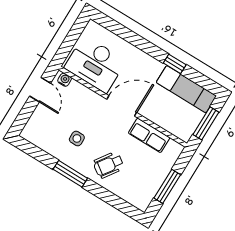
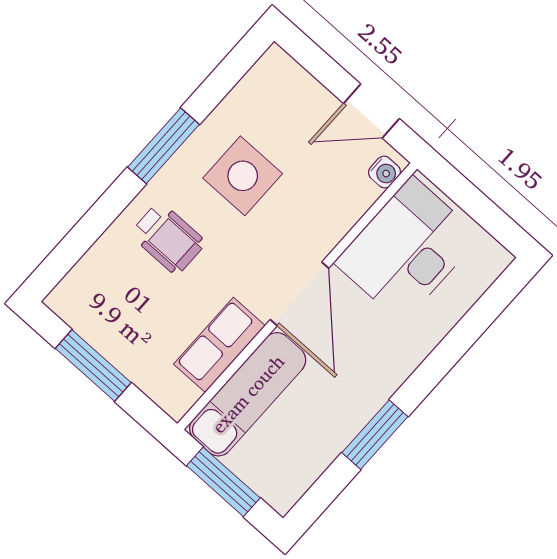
window: (175, 64) -> (375, 435), width x1.50
exam couch: (186, 89) -> (248, 394), moved, turned 180
side table: (77, 138) -> (243, 176), width x1.87, depth x1.87
wheelchair: (109, 165) -> (168, 238), turned 145

